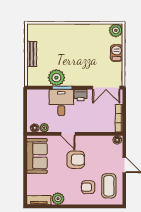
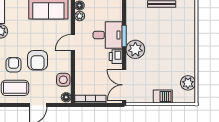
plant: (116, 30) -> (188, 83), moved
plant: (56, 78) -> (135, 49), moved
side table: (102, 142) -> (63, 80), added
armchair: (76, 160) -> (38, 60), moved

